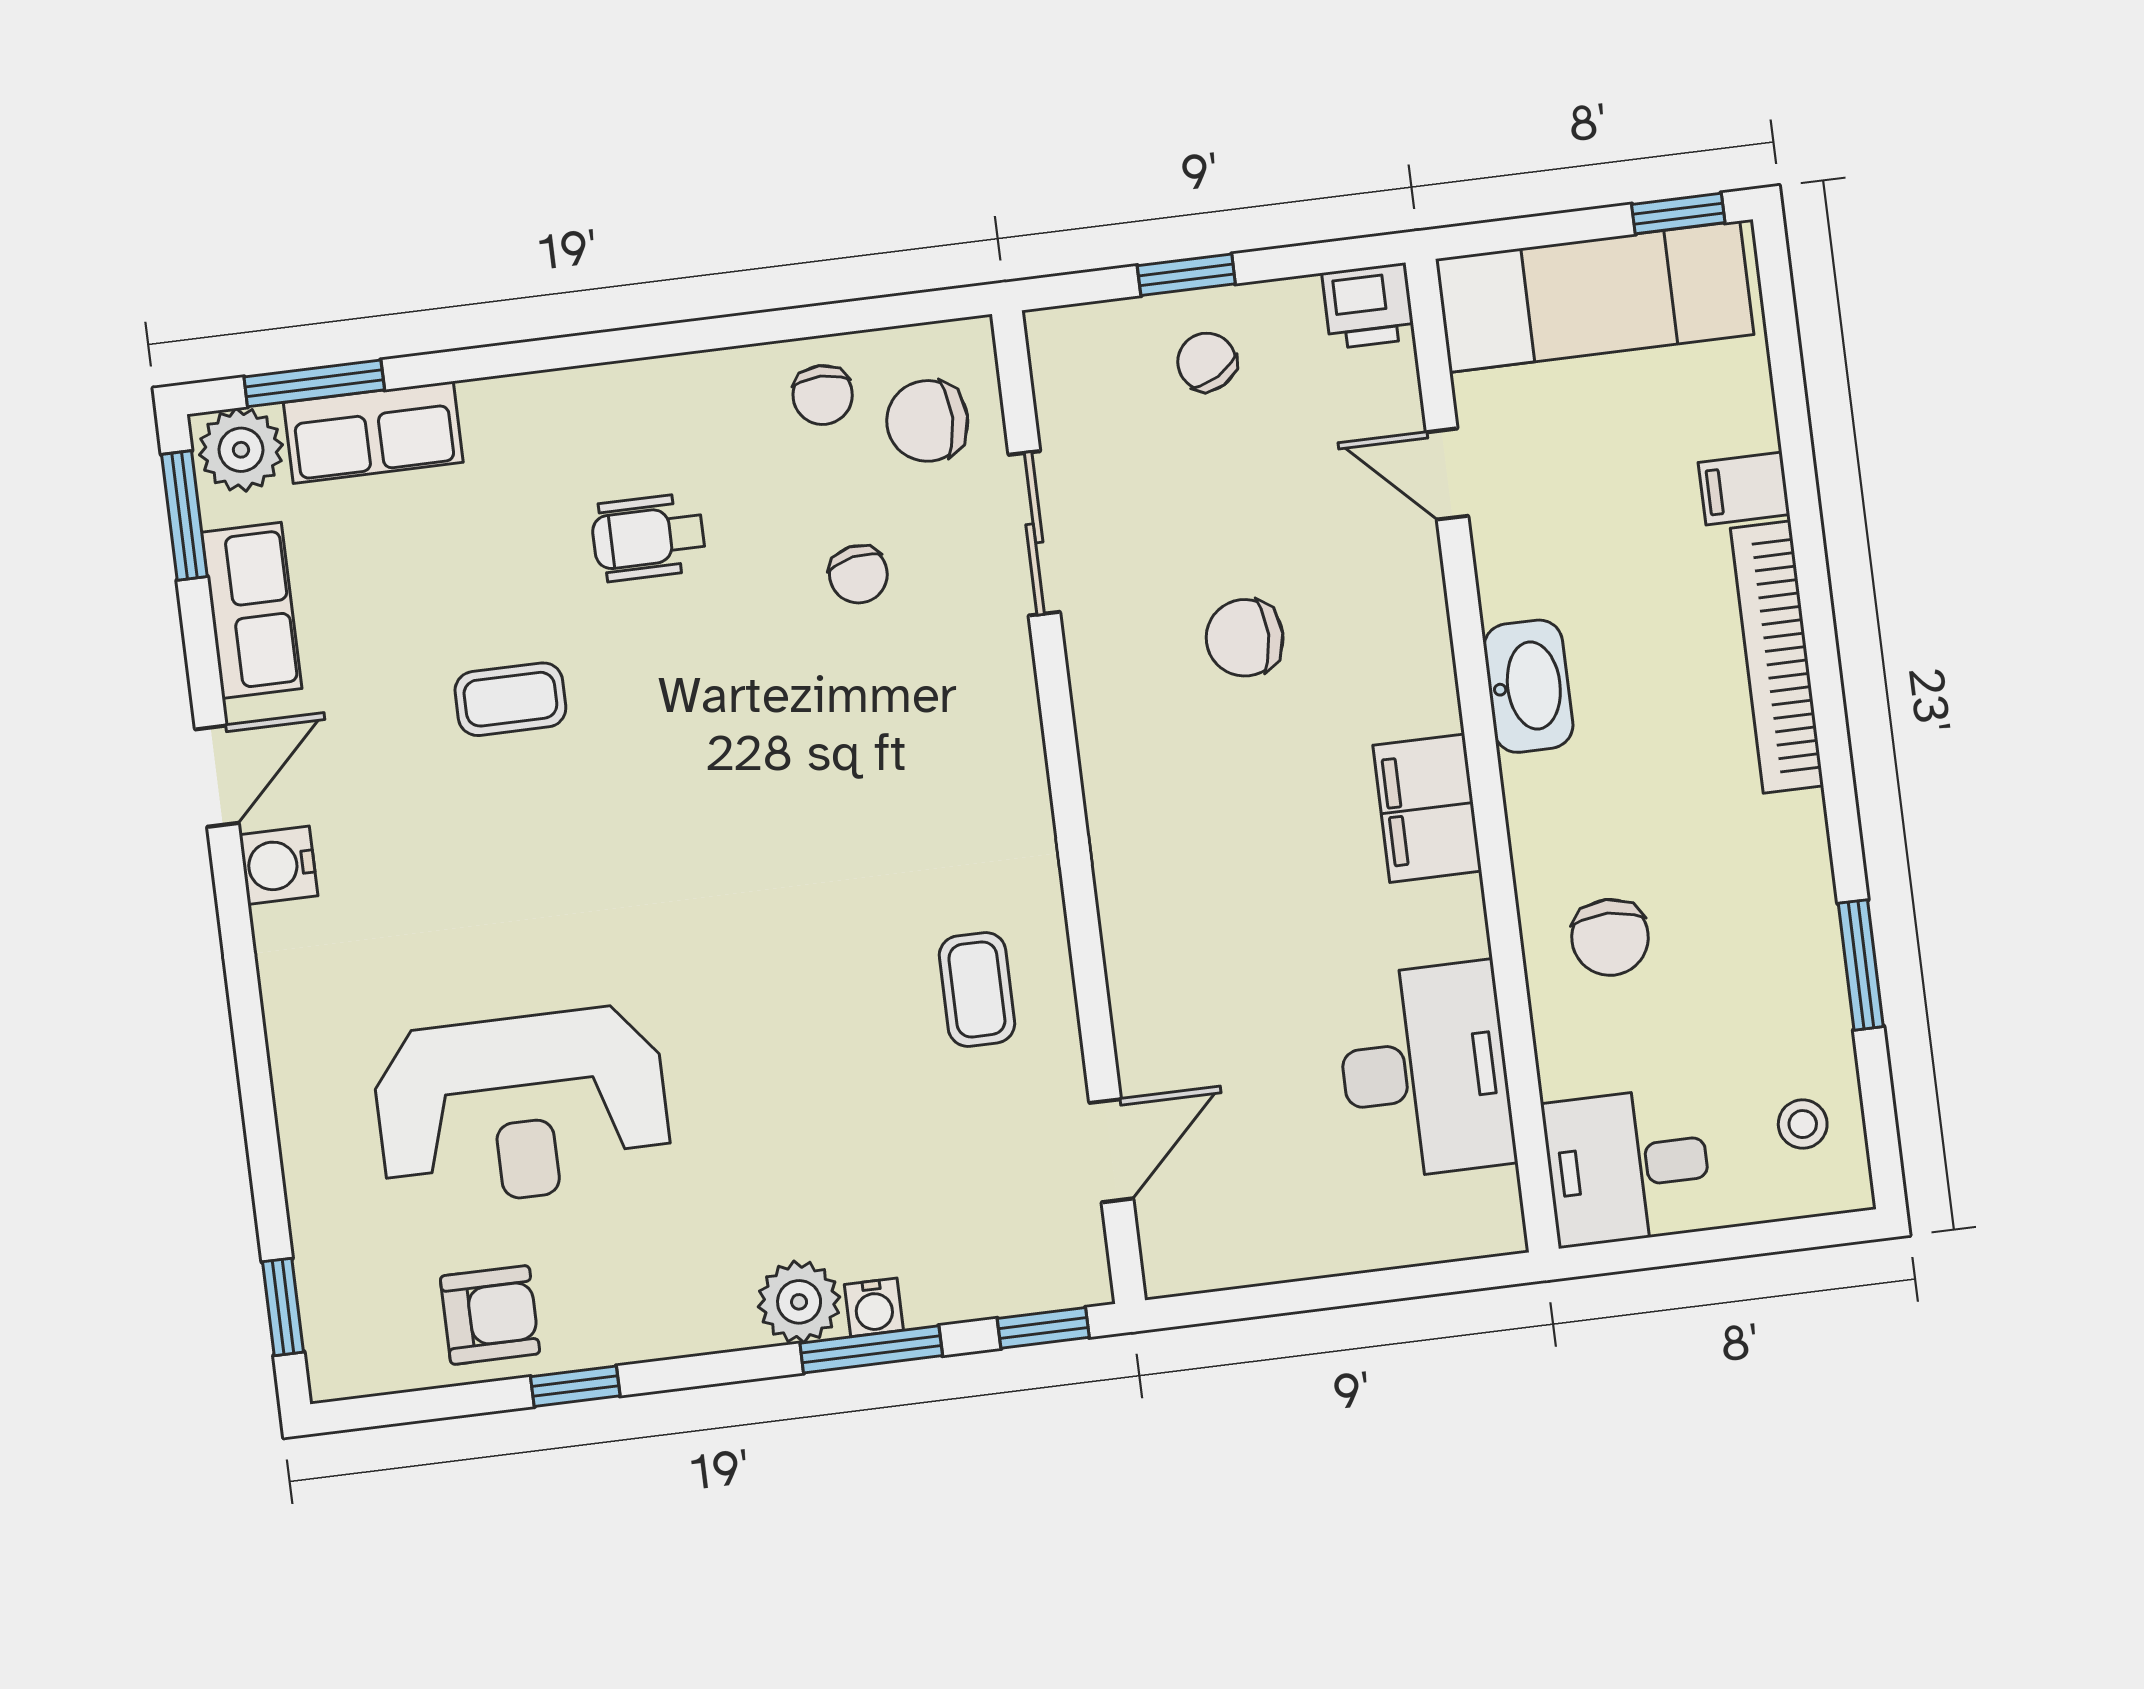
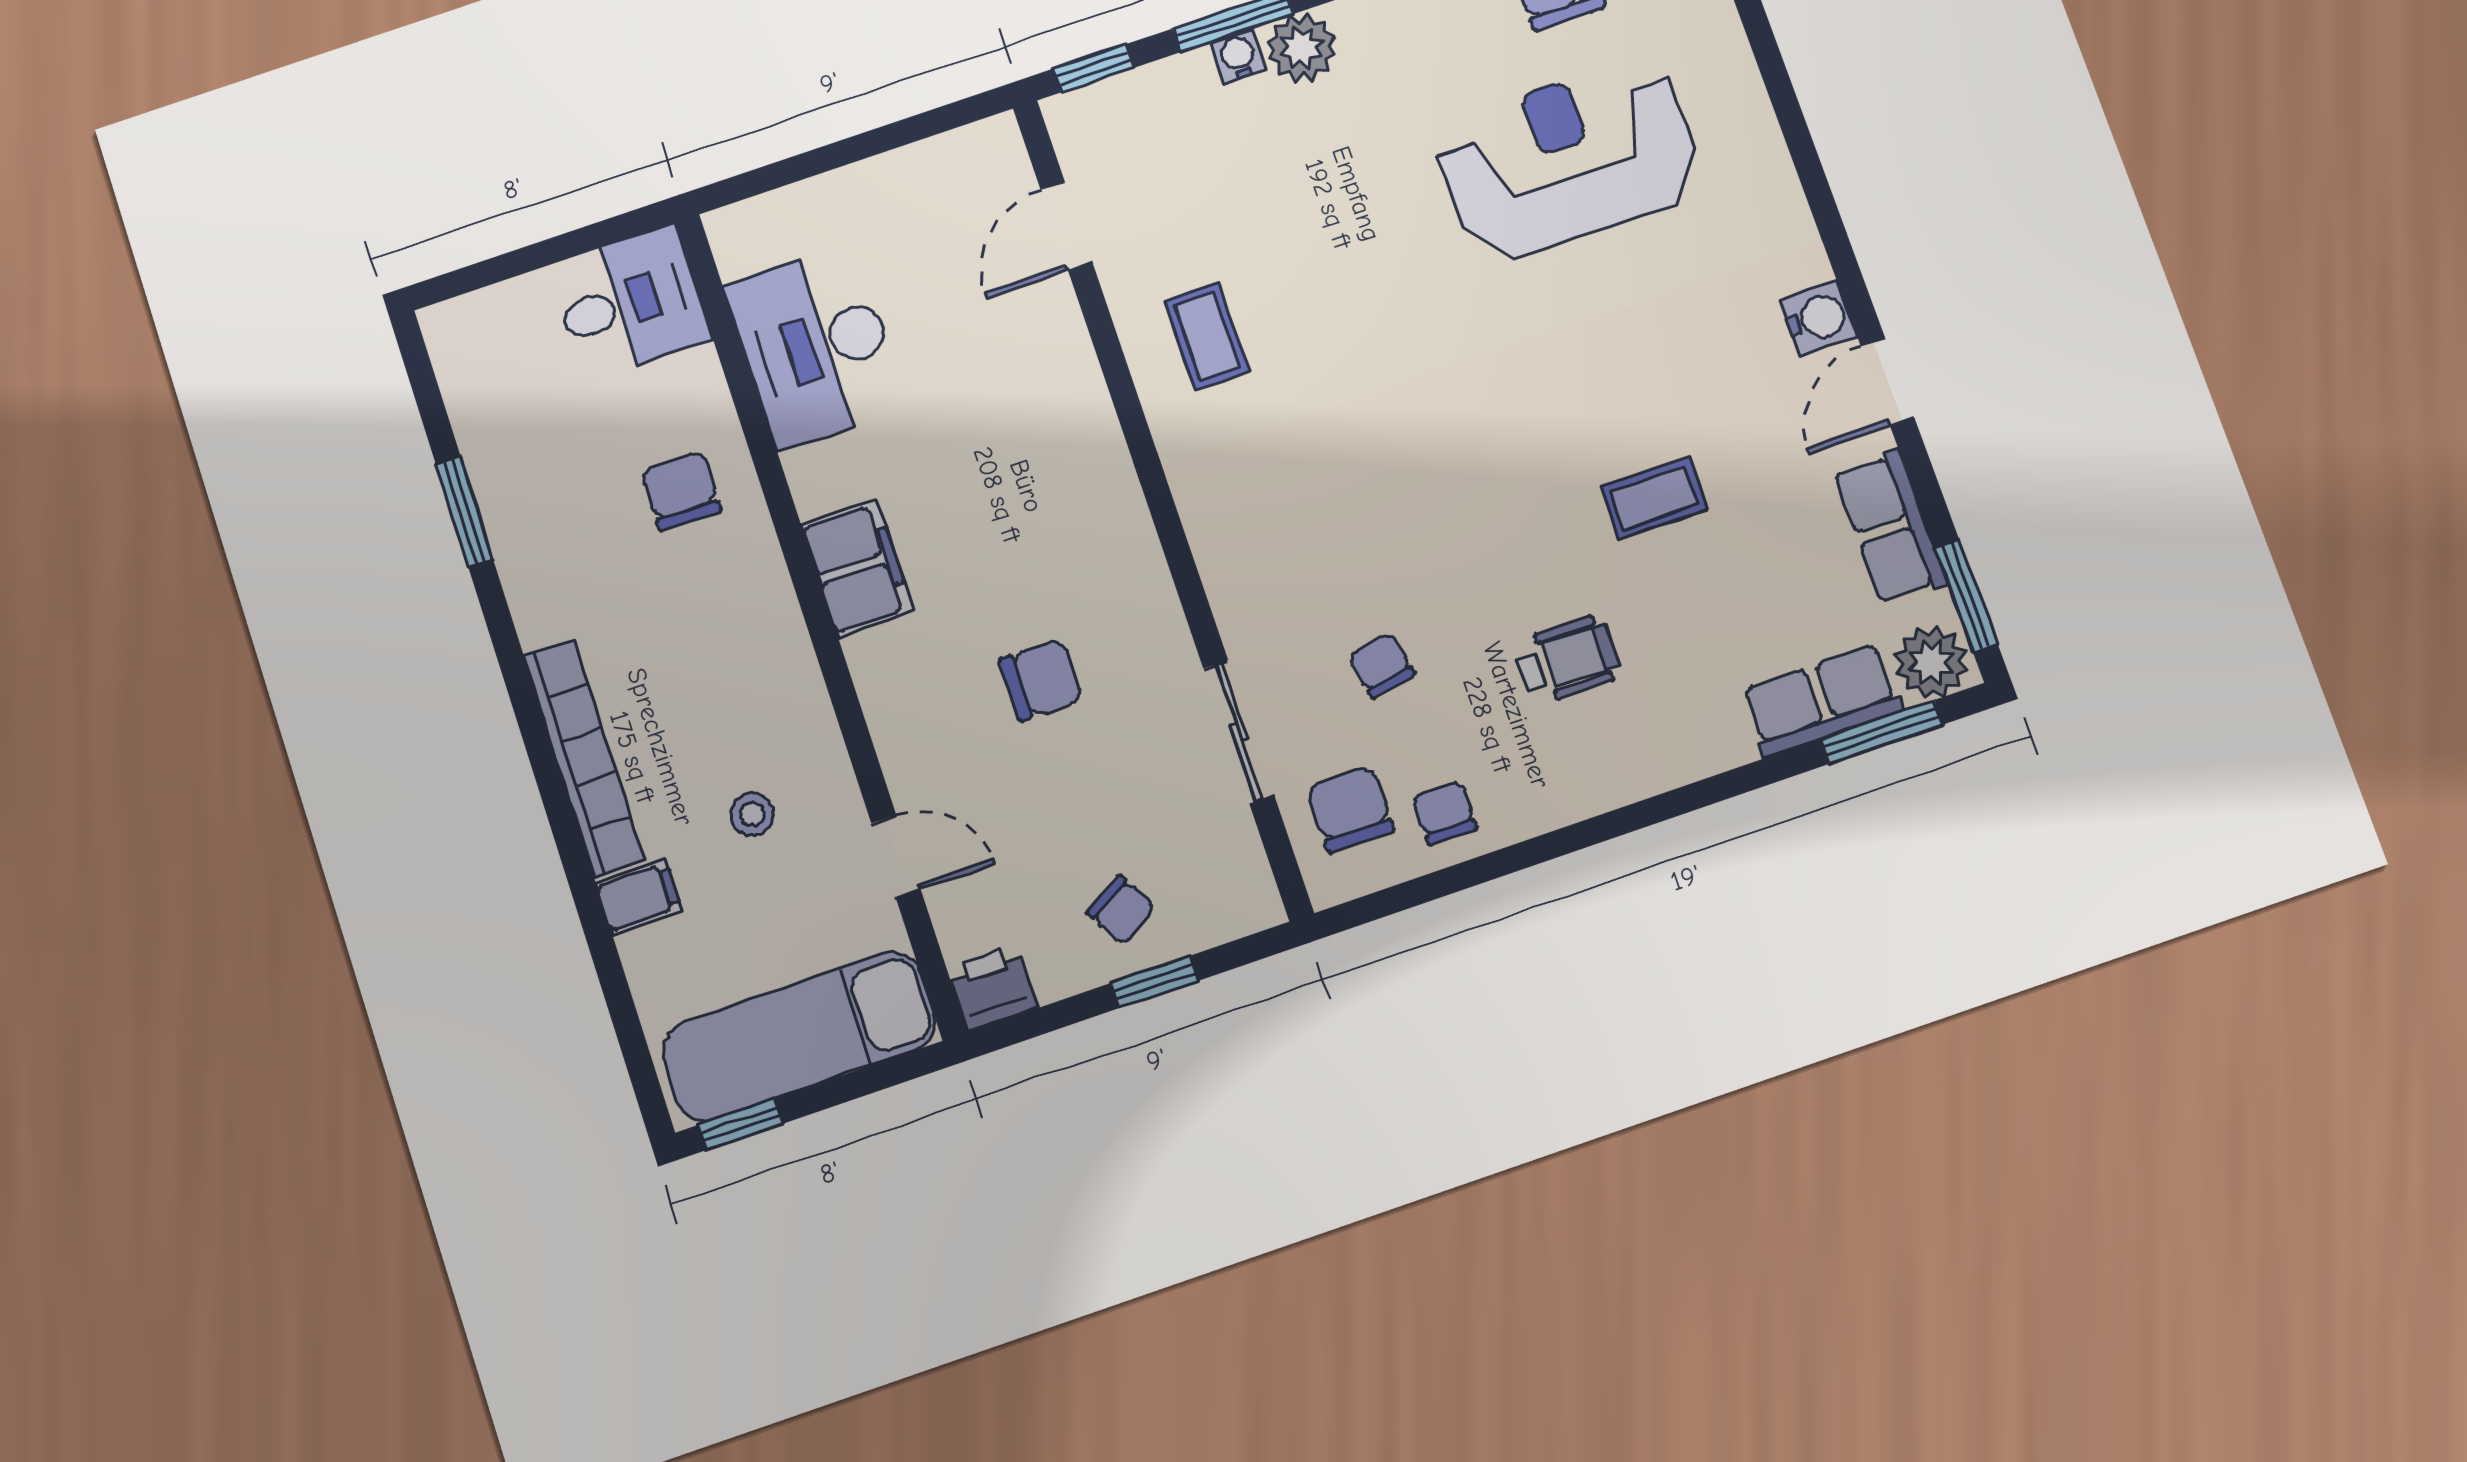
chair: (927, 421) -> (1350, 809), turned -90
washbasin: (1528, 686) -> (791, 689), removed
stool: (1803, 1124) -> (752, 814), moved

